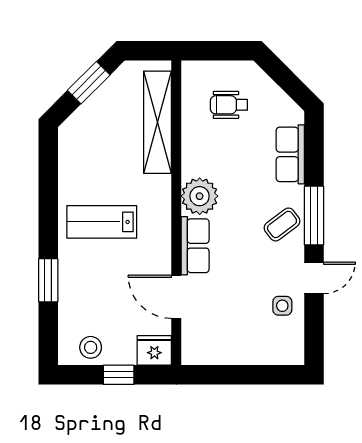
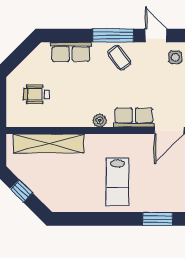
window: (89, 83) -> (21, 191), width x0.67
wheelchair: (229, 105) -> (37, 94), turned 90
plant: (200, 196) -> (100, 120), width x0.53, depth x0.53

